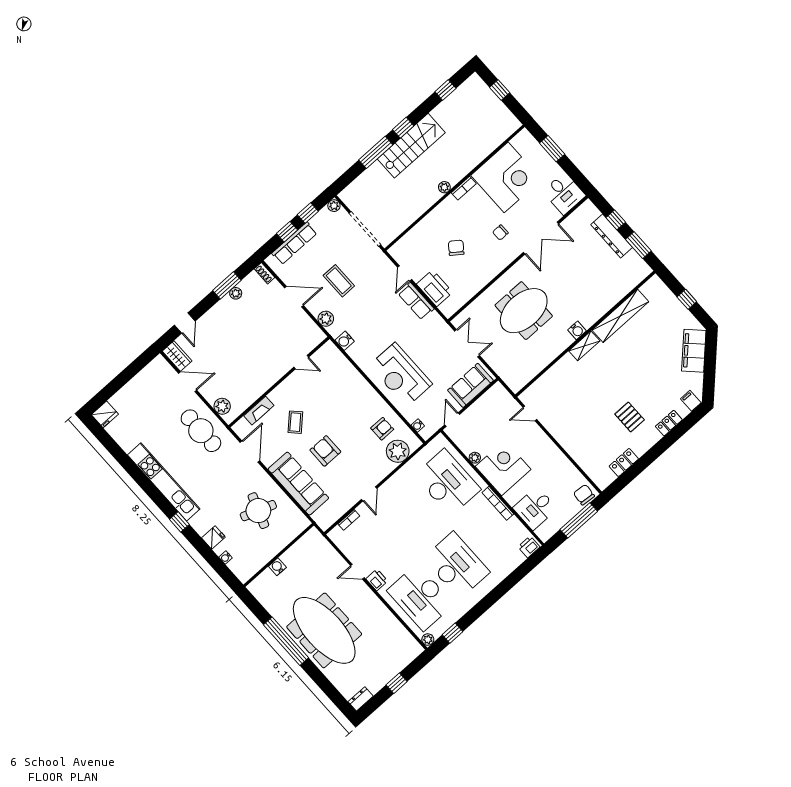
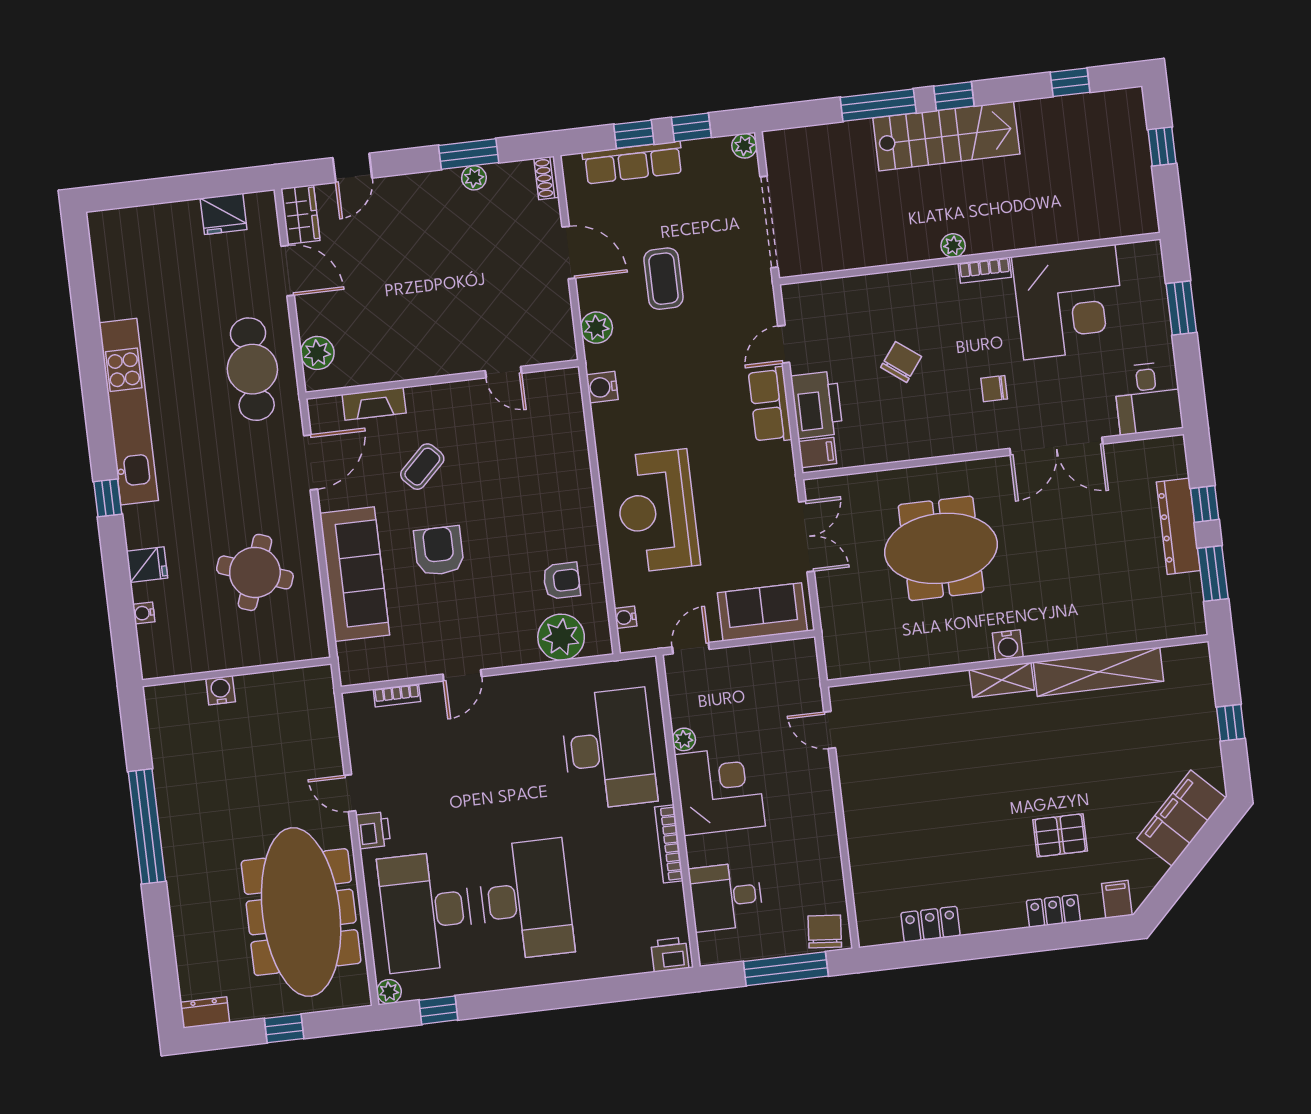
filing cabinet: (448, 307) -> (817, 453), added
fridge: (105, 414) -> (224, 214), moved
pallet: (630, 417) -> (1060, 835), moved, turned 90
meeting table: (324, 630) -> (301, 912), moved

